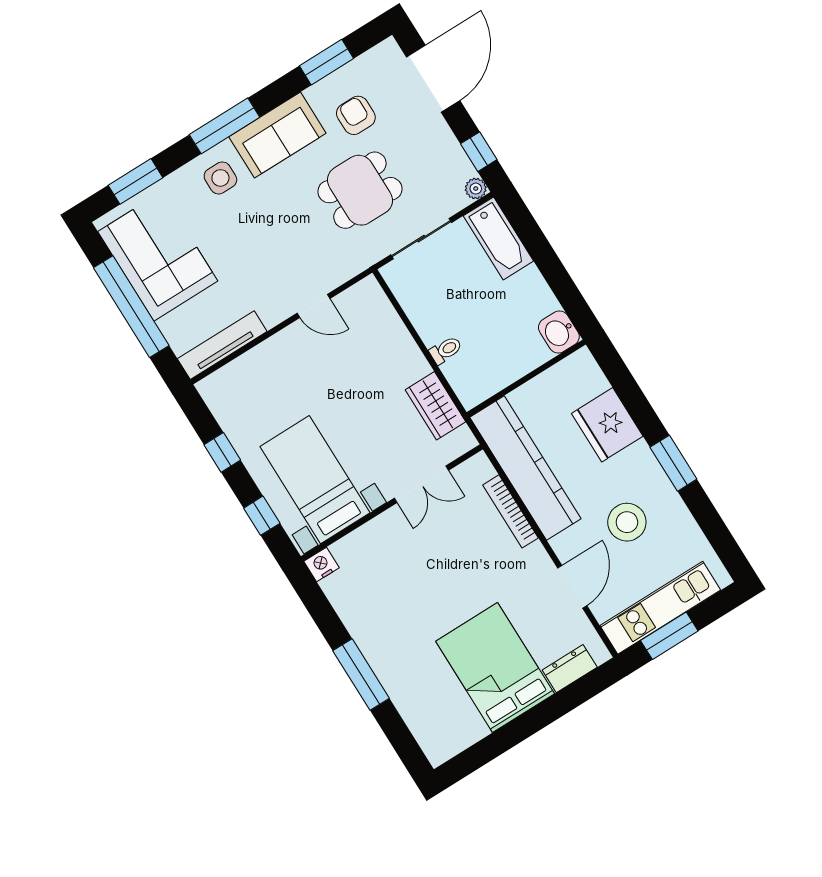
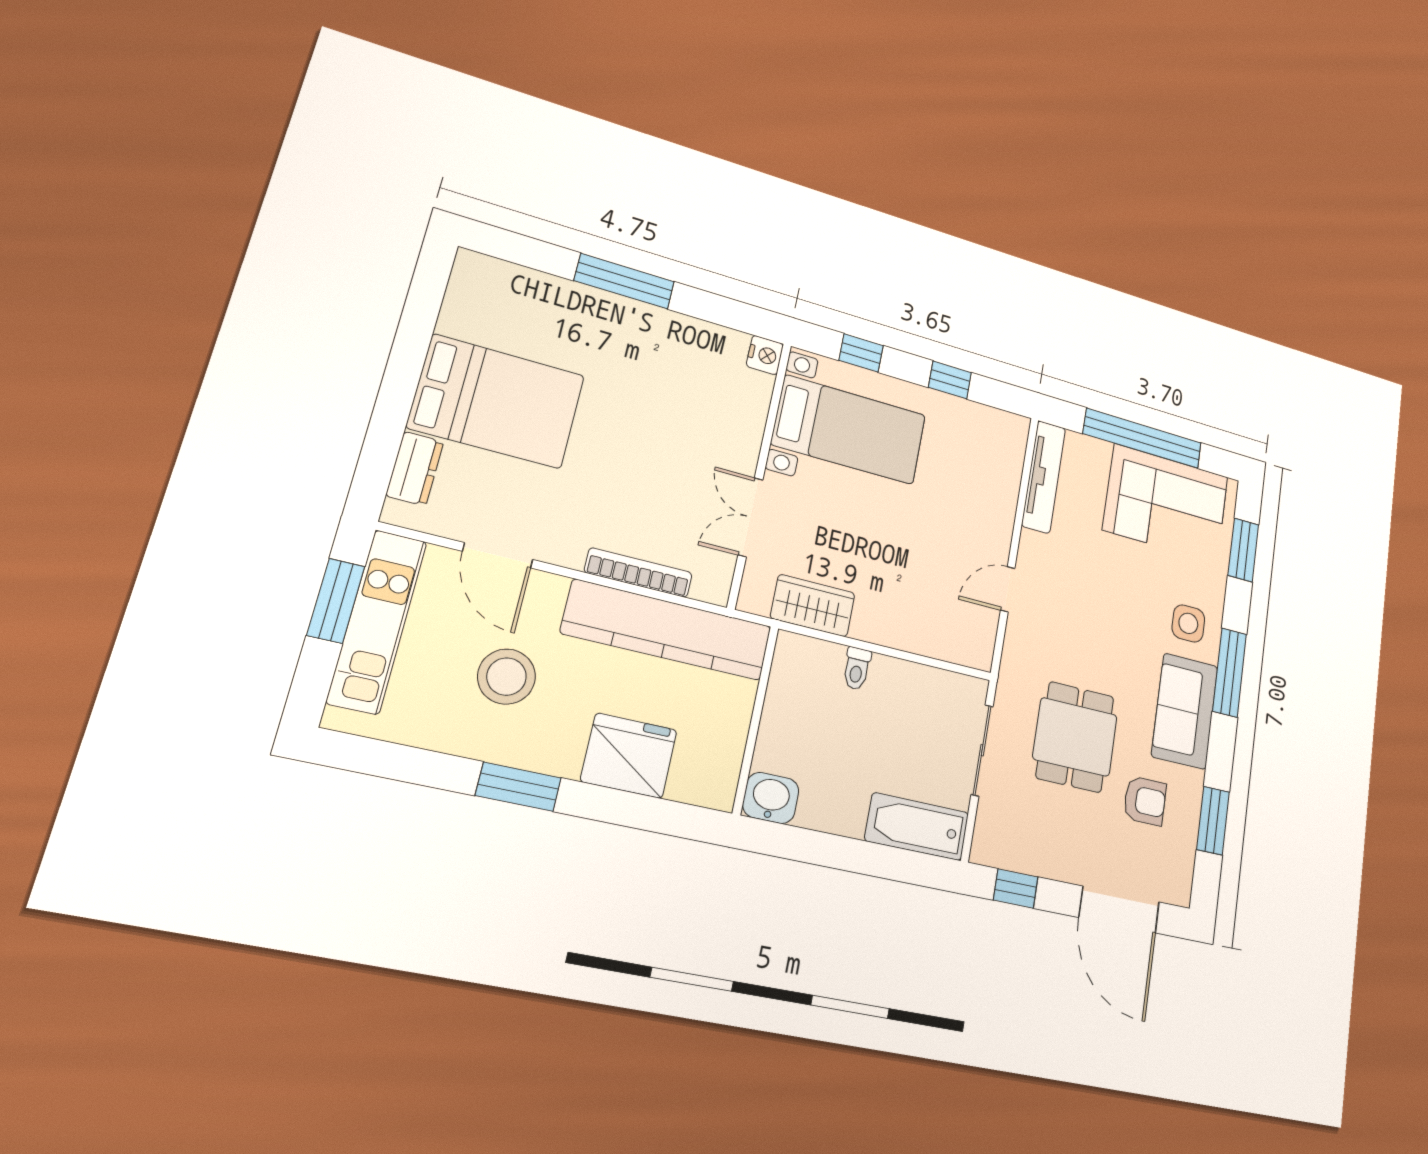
plant: (476, 189) -> (984, 851), removed

